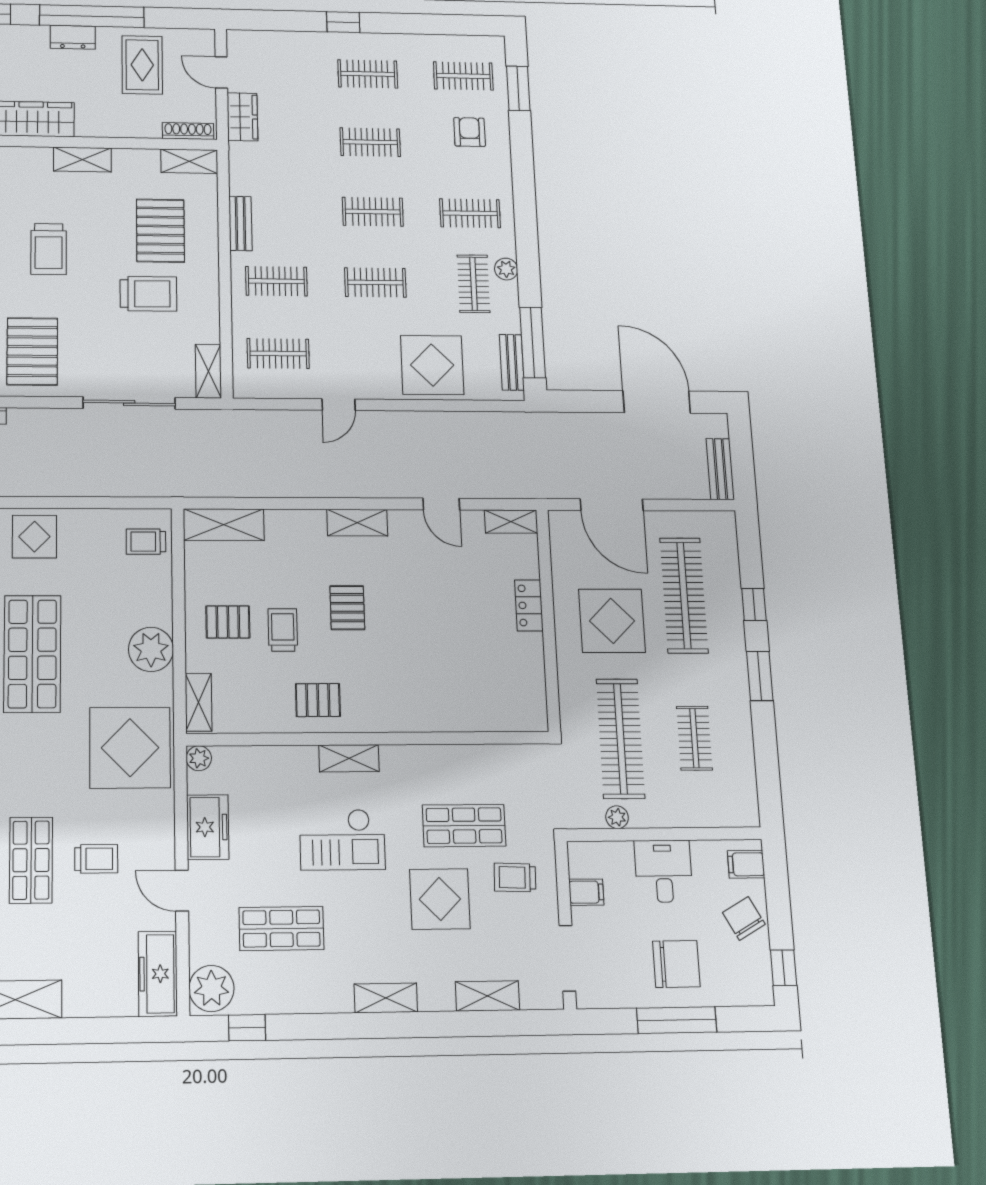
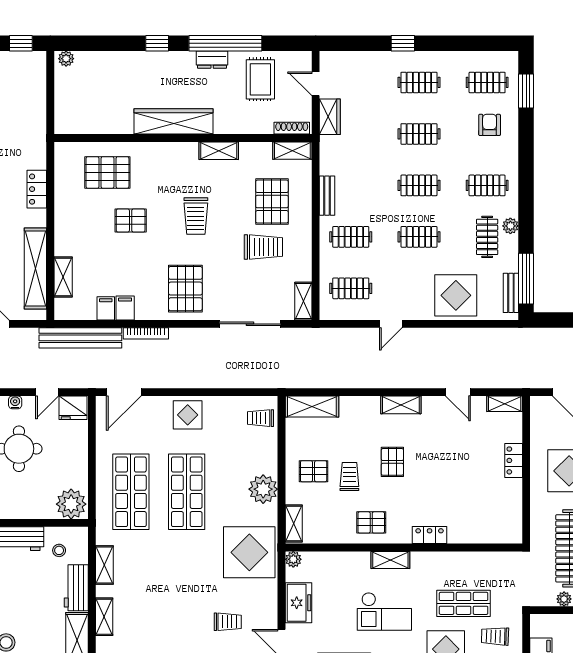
locker: (408, 719) -> (430, 535), added
shop shelf: (31, 860) -> (187, 622), removed

